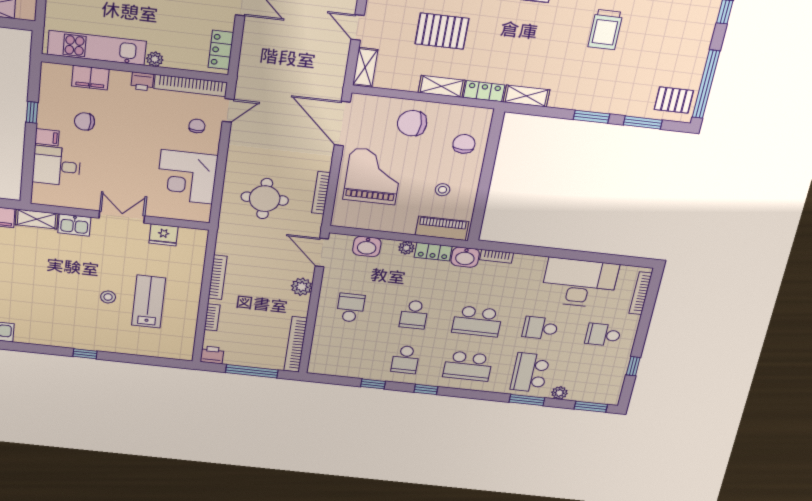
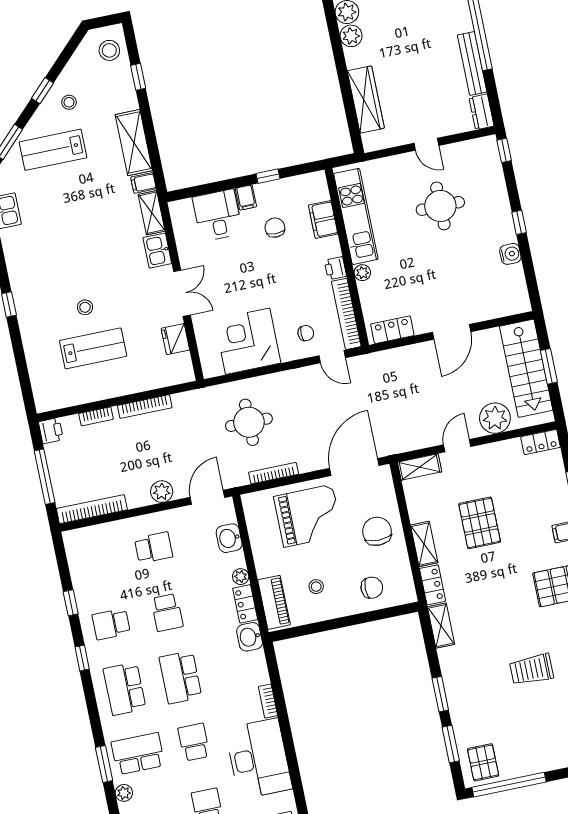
bookcase: (497, 256) -> (268, 701), moved
school desk: (414, 315) -> (167, 612), turned -90

